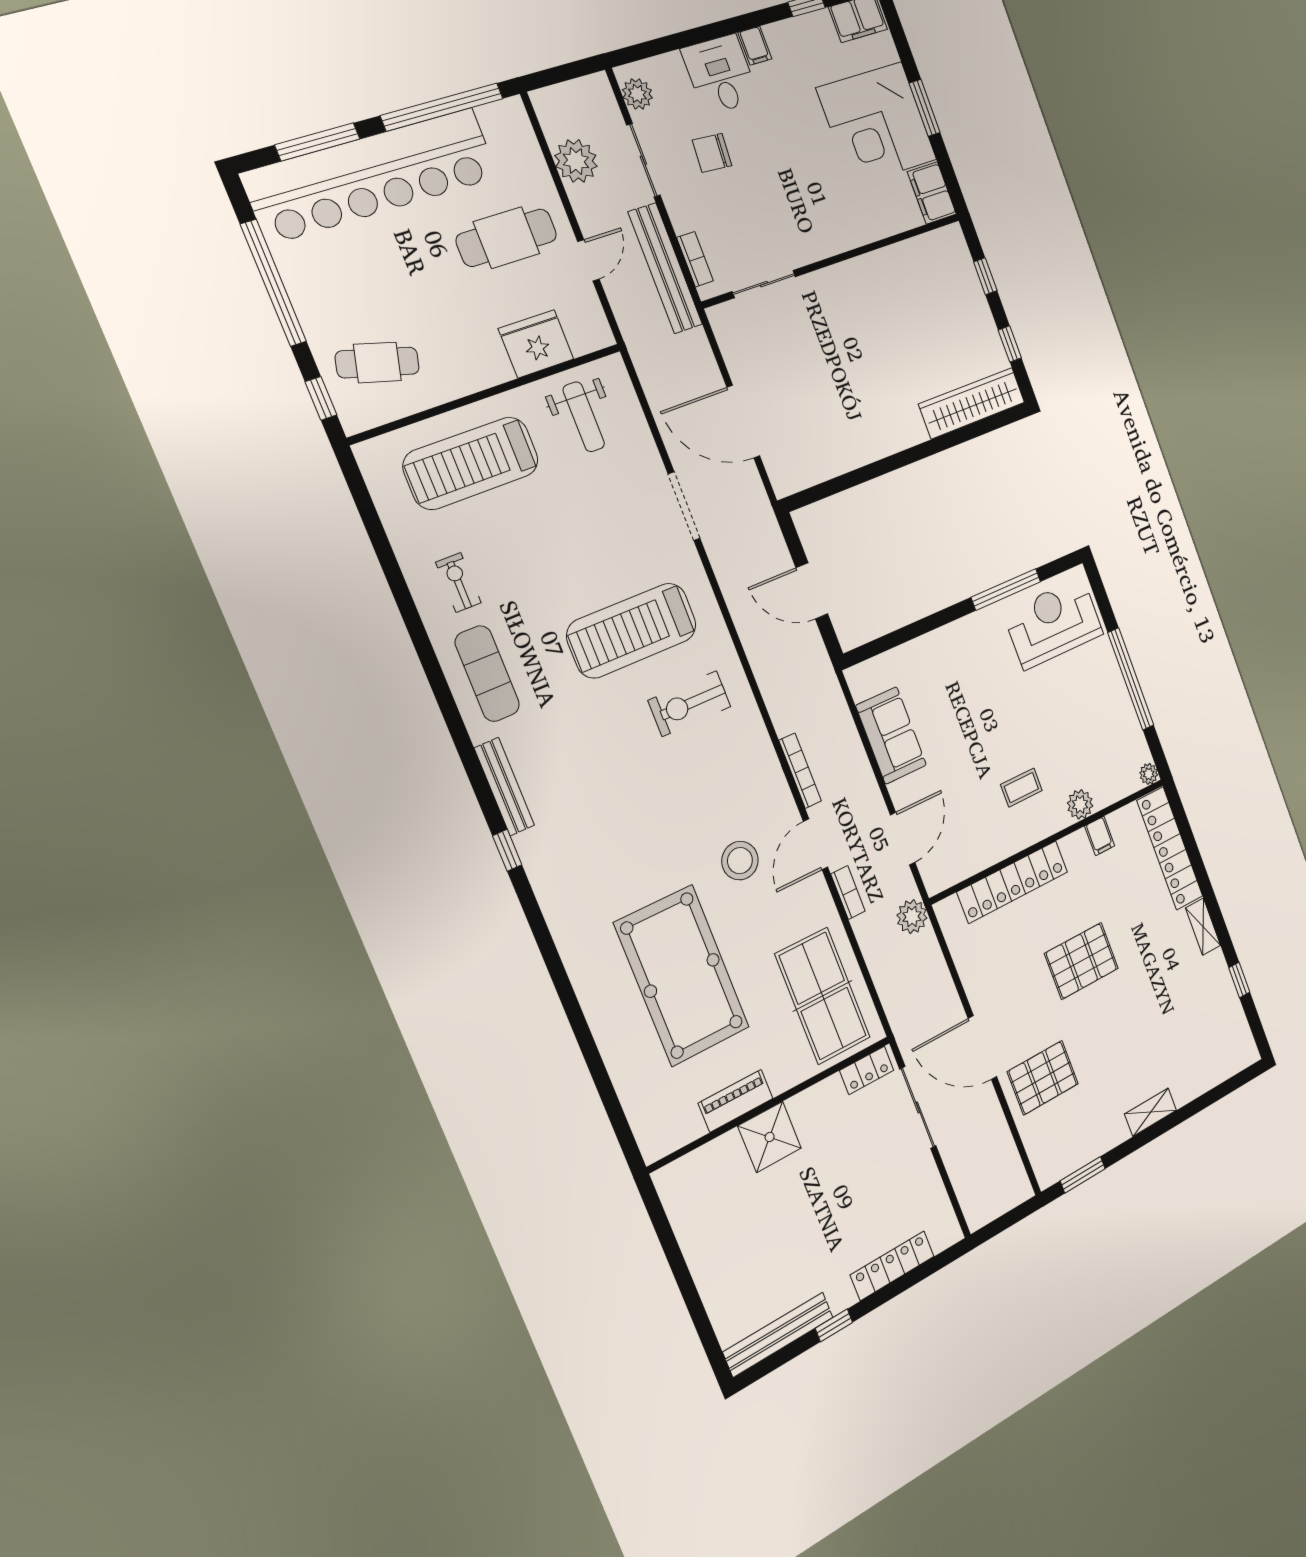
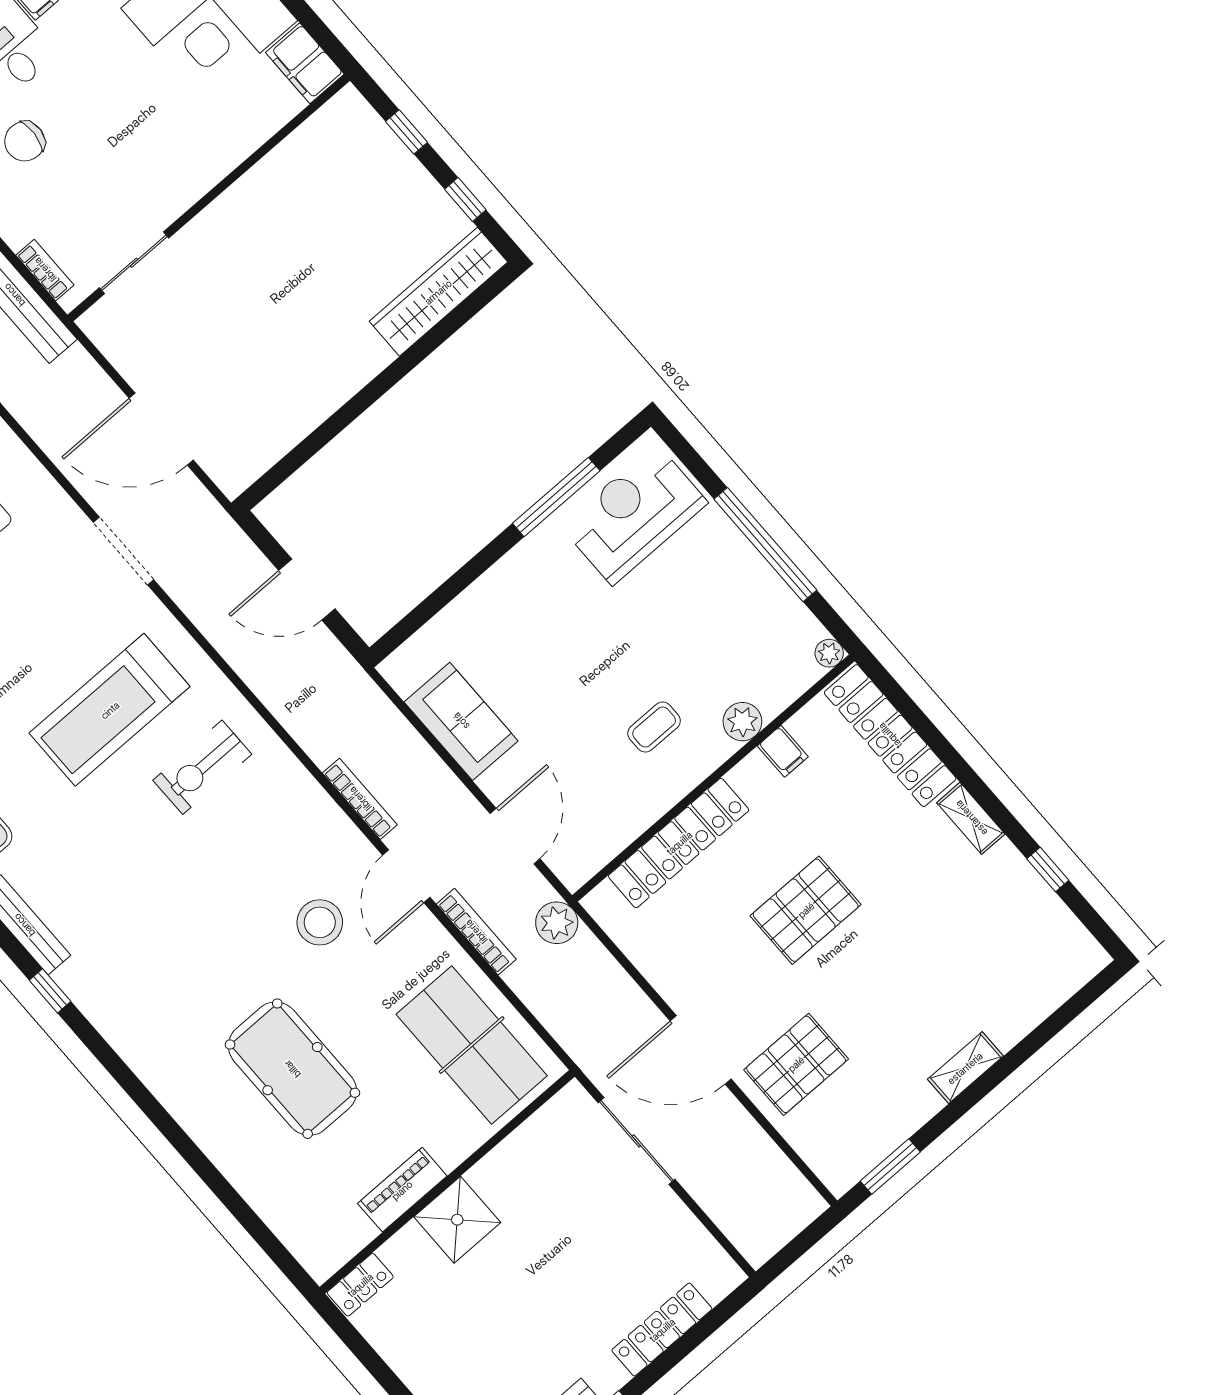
bookcase: (848, 893) -> (476, 932), width x1.56
pool table: (682, 975) -> (292, 1069), width x0.73, depth x0.76
locker: (867, 1070) -> (360, 1285), moved

